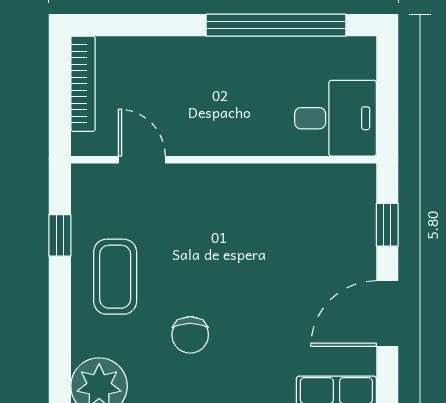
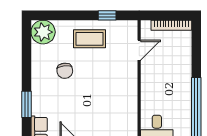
chair: (190, 335) -> (65, 71), turned -97

